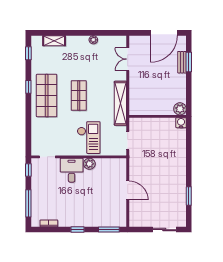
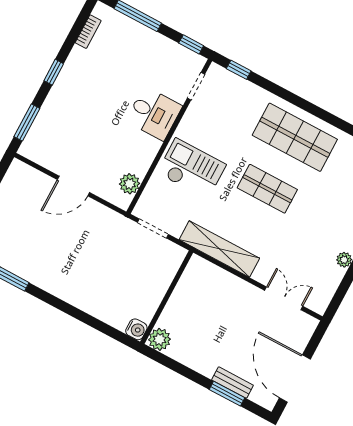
window: (28, 87) -> (239, 70), moved
checkout: (89, 138) -> (192, 169), turned 180
plant: (89, 164) -> (130, 184), moved

